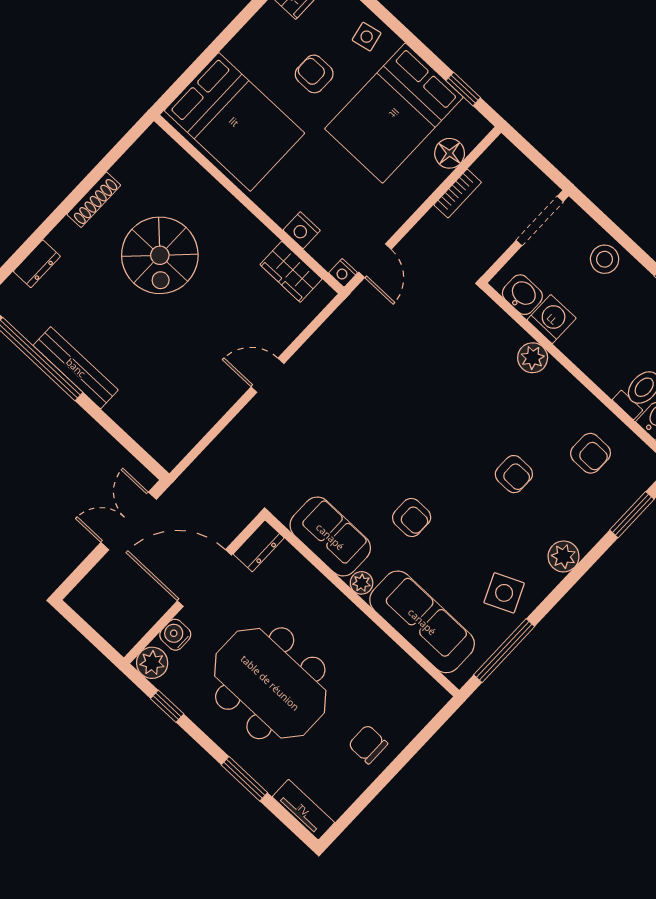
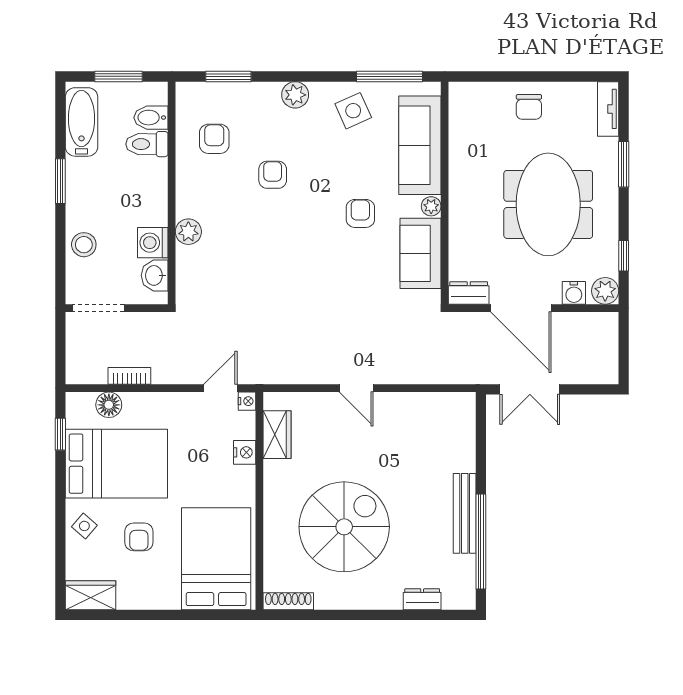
side table: (367, 37) -> (84, 526), turned -37
shoe rack: (94, 200) -> (288, 601), moved
spiral stairs: (160, 255) -> (344, 527), width x1.37, depth x1.37

